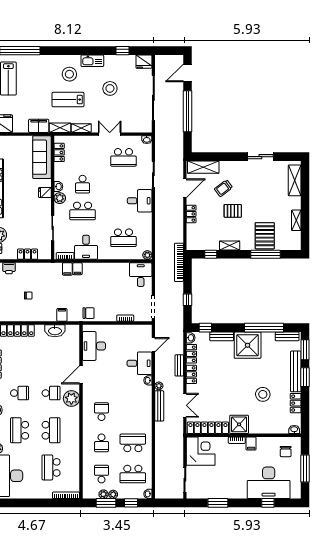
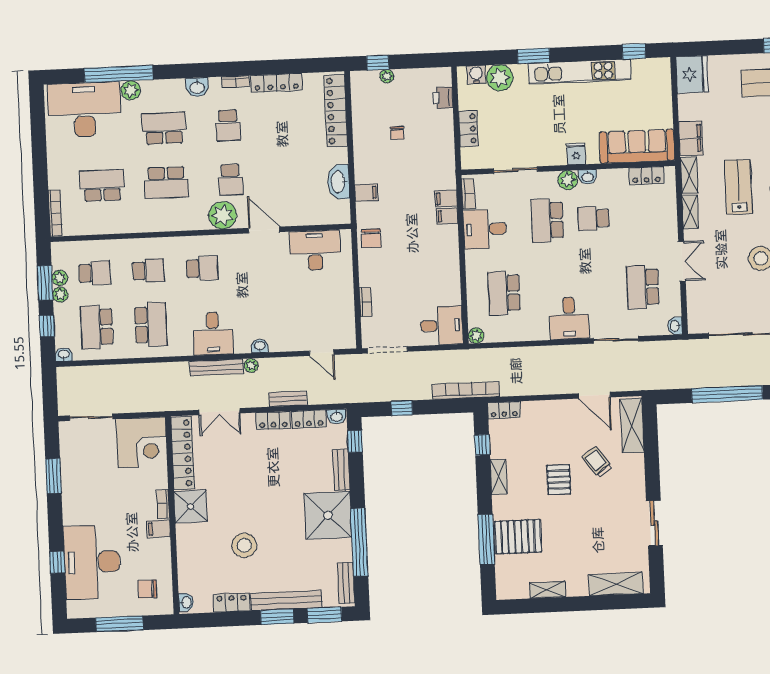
locker: (191, 214) -> (504, 410), moved
desk: (140, 363) -> (213, 333), moved
school desk: (101, 443) -> (148, 271), turned 180

